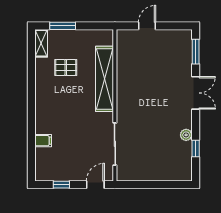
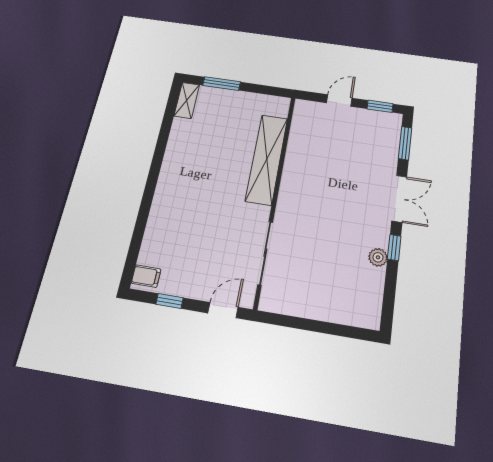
window: (176, 26) -> (380, 106), added
pallet: (66, 68) -> (214, 136), removed
filing cabinet: (43, 141) -> (146, 276), moved
window: (196, 148) -> (394, 247), moved

